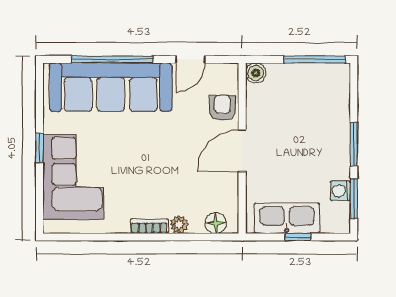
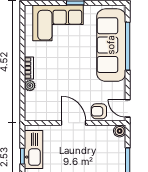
door: (190, 59) -> (128, 108), moved
armchair: (222, 108) -> (99, 111), turned 180
floor lamp: (216, 223) -> (31, 107), removed

